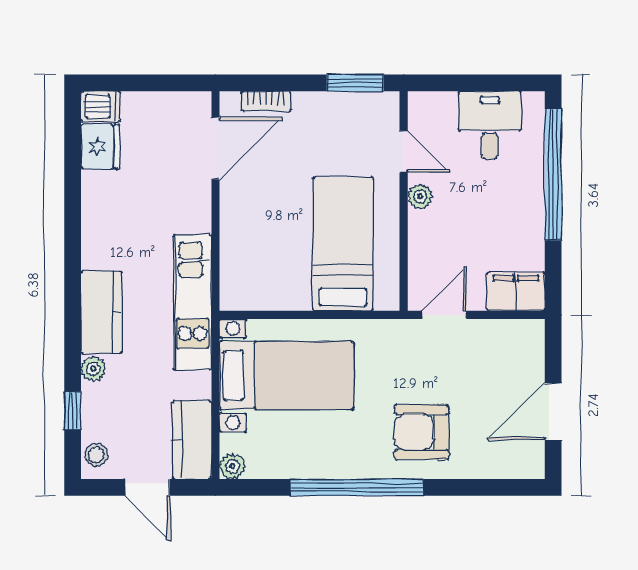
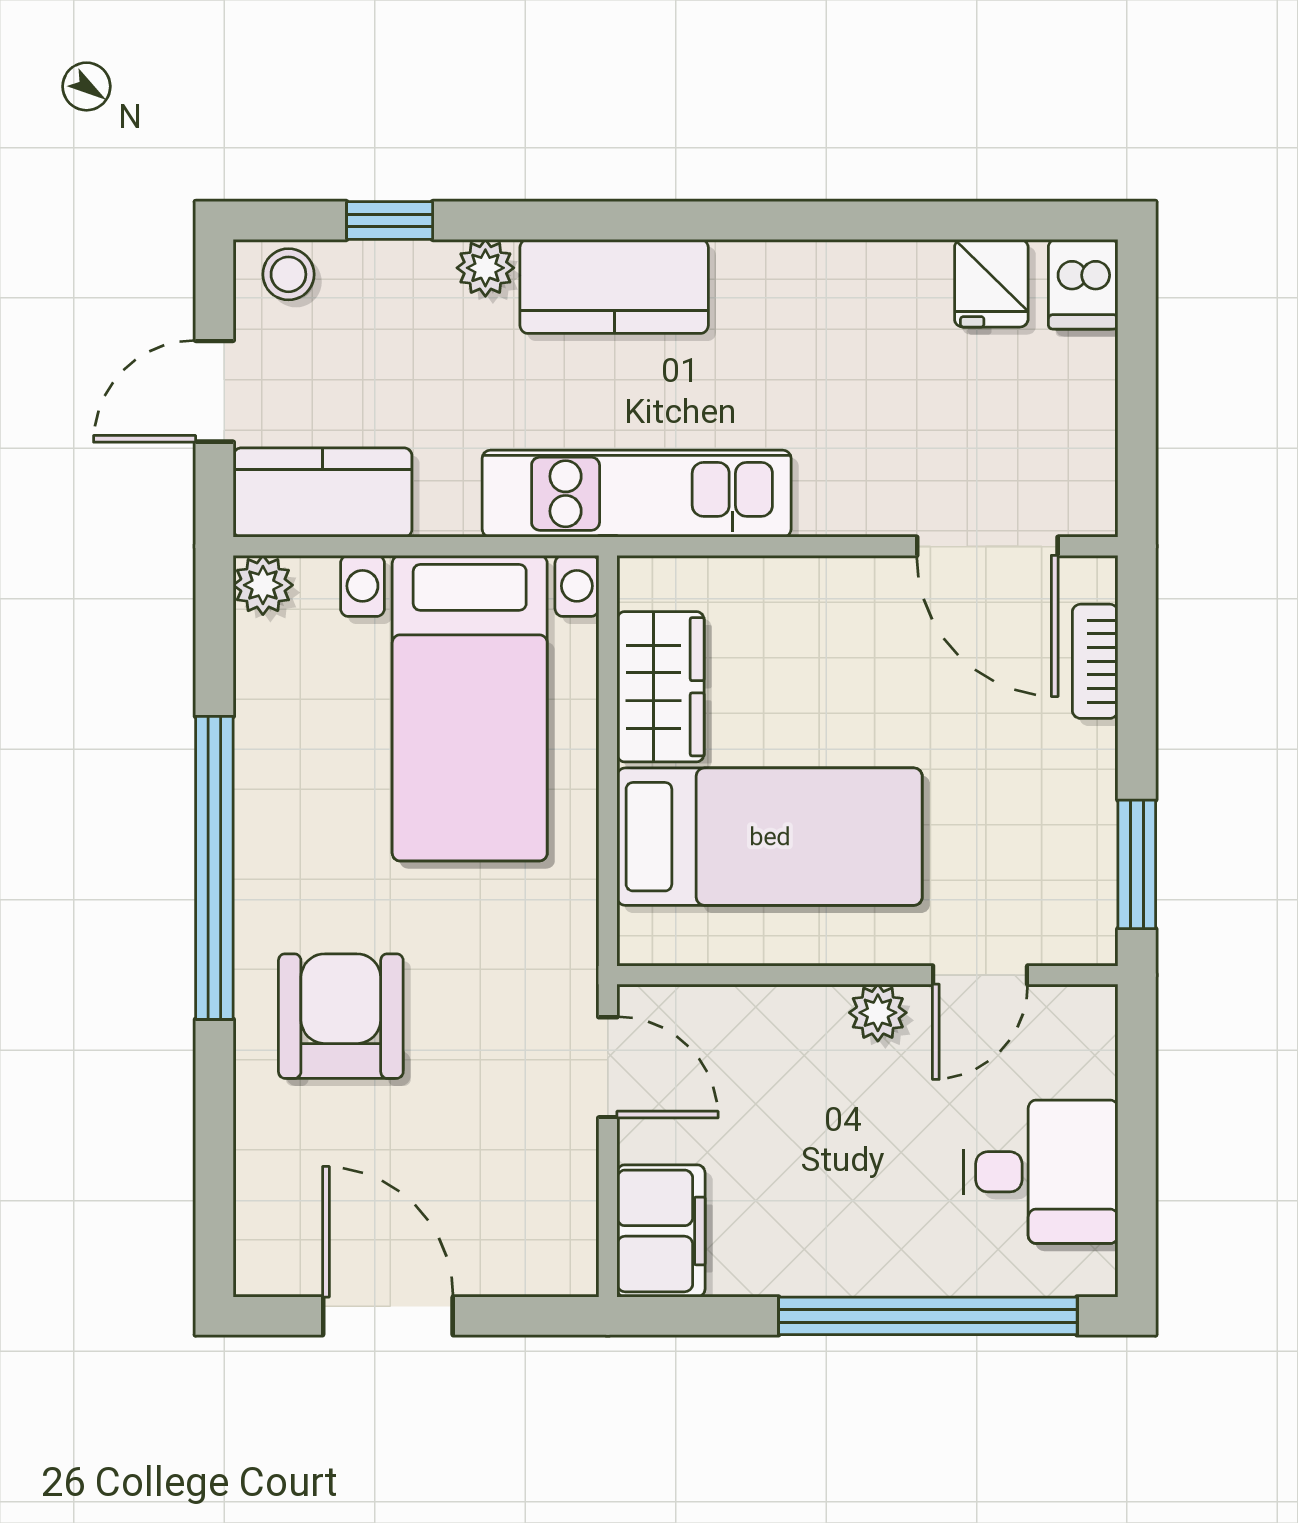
fridge: (100, 147) -> (991, 283), width x0.72
wardrobe: (277, 292) -> (661, 687), added

